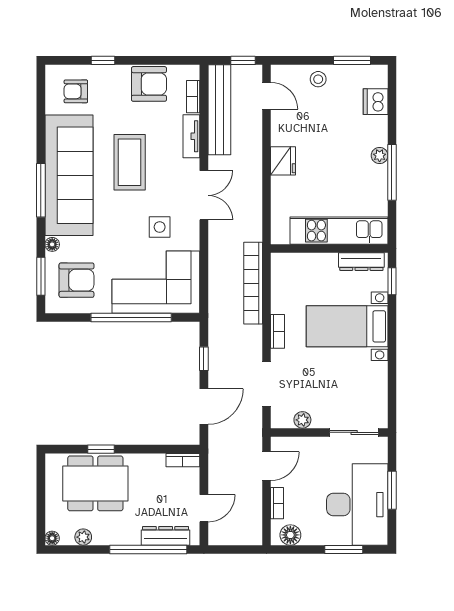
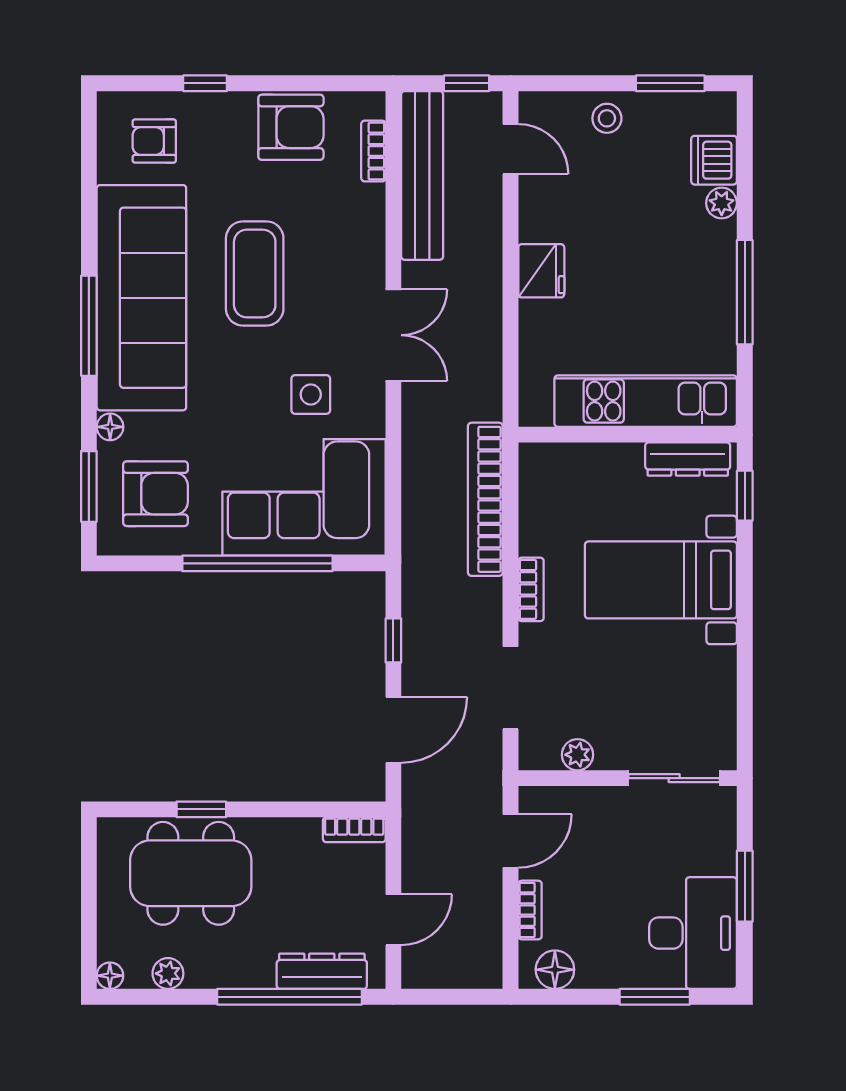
tv unit: (191, 136) -> (370, 225), removed
plant: (380, 156) -> (722, 203), moved
desk: (357, 505) -> (693, 933), width x0.73, depth x0.77

